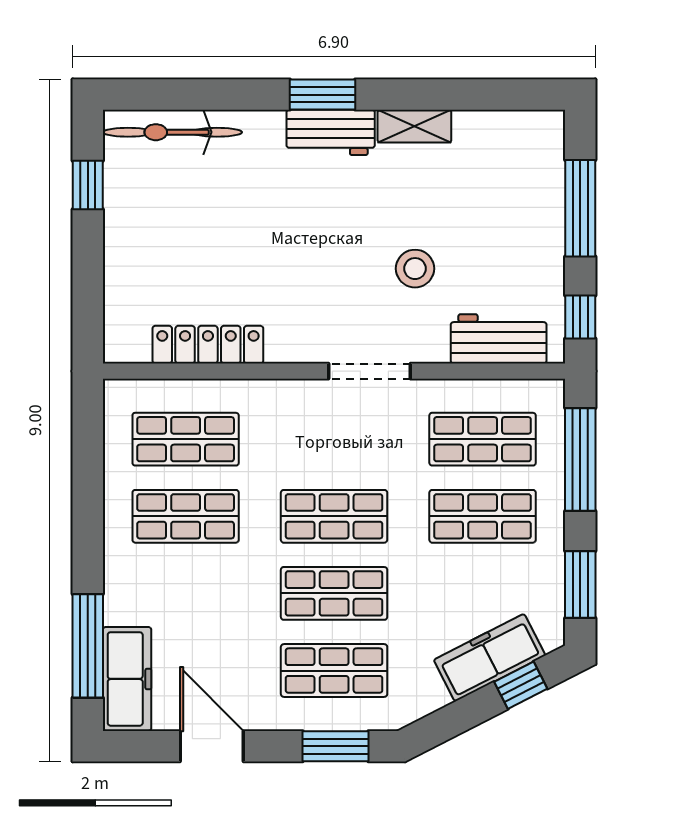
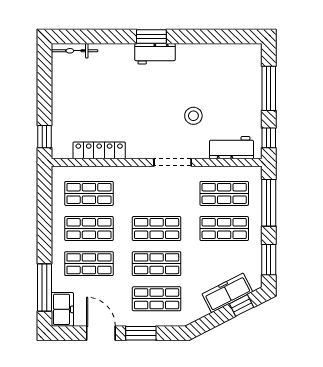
shelving: (414, 126) -> (193, 51), removed
bicycle: (172, 132) -> (75, 51), width x0.73, depth x0.71
window: (88, 185) -> (44, 137), moved
shop shelf: (186, 593) -> (89, 264), added
freezer: (127, 679) -> (62, 309), width x0.71
window: (335, 746) -> (141, 333), moved

